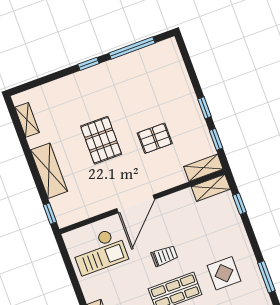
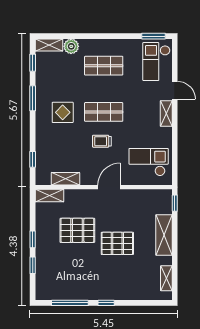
pallet: (155, 138) -> (77, 230), width x1.50, depth x1.42
window: (216, 139) -> (33, 265), moved
pallet: (101, 140) -> (117, 243), turned 90
shelving: (211, 188) -> (65, 179), moved
door: (136, 204) -> (109, 187), width x0.73

